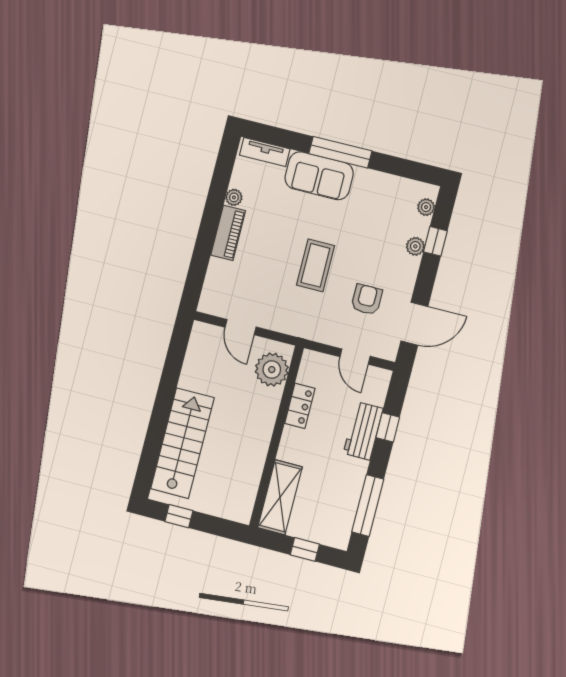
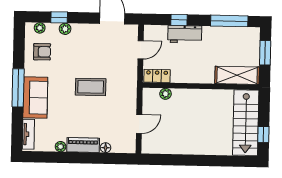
floor lamp: (216, 267) -> (106, 148), added
armchair: (367, 299) -> (42, 52), moved, turned 180
plant: (272, 370) -> (165, 94), width x0.53, depth x0.53
locker: (300, 406) -> (157, 76), moved
stairs: (182, 443) -> (246, 123), moved, turned -90
window: (305, 549) -> (265, 53), width x1.50

